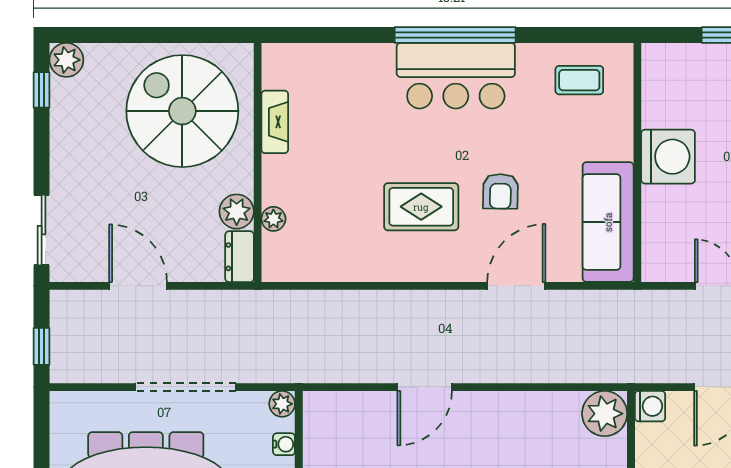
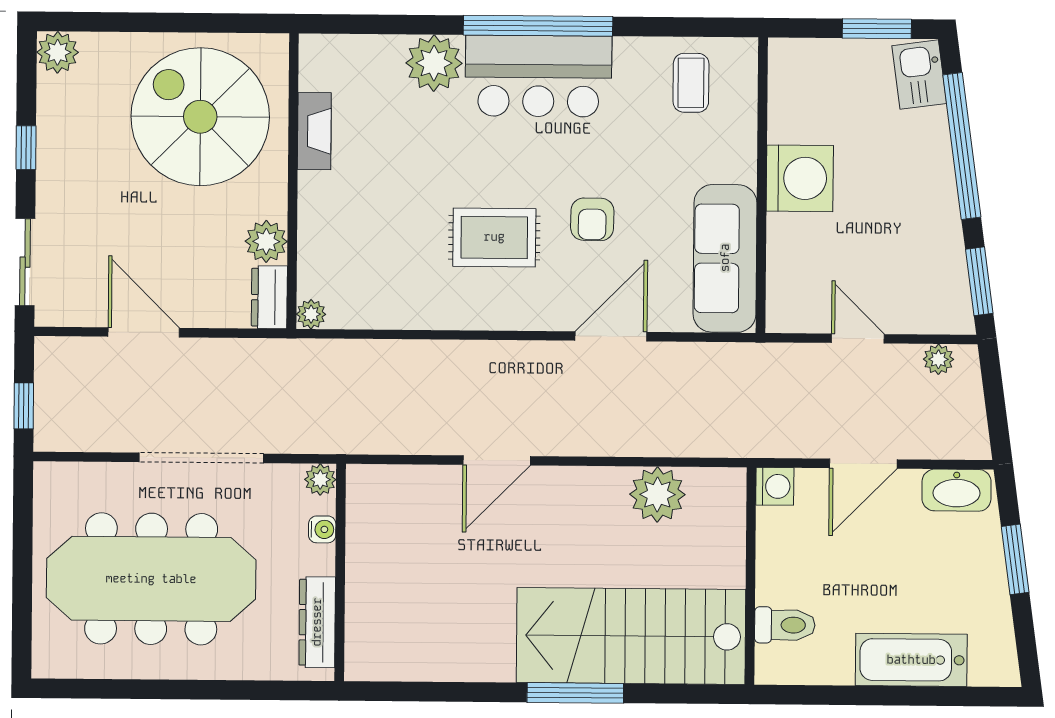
plant: (371, 66) -> (434, 63), added
coffee table: (579, 80) -> (691, 83), turned 90
window: (42, 90) -> (26, 148), moved
plant: (273, 219) -> (311, 314), moved
plant: (605, 414) -> (657, 494), moved

